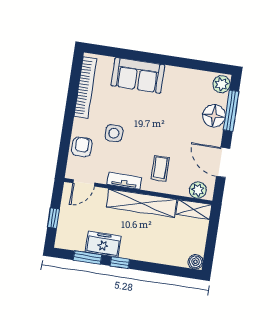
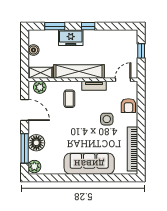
sofa: (138, 75) -> (89, 164), width x1.36
freezer: (103, 244) -> (71, 38), moved
window: (87, 258) -> (55, 26), moved
boiler: (196, 262) -> (33, 50), moved

